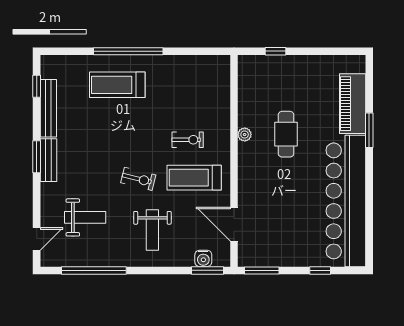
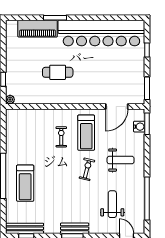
bench: (48, 108) -> (24, 228), moved
plant: (245, 135) -> (10, 100), moved

